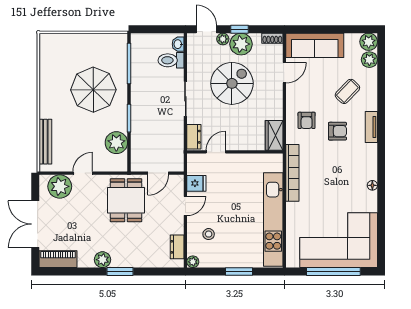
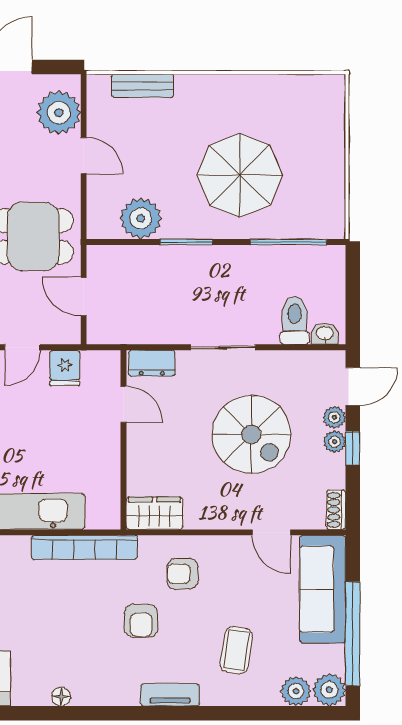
window: (339, 29) -> (353, 634), added
plant: (241, 44) -> (335, 442), width x0.53, depth x0.53
coffee table: (347, 91) -> (236, 650), turned 55
armchair: (337, 131) -> (141, 621), moved
bench: (45, 142) -> (143, 86), width x0.73
door: (185, 206) -> (22, 347), hinge flipped

